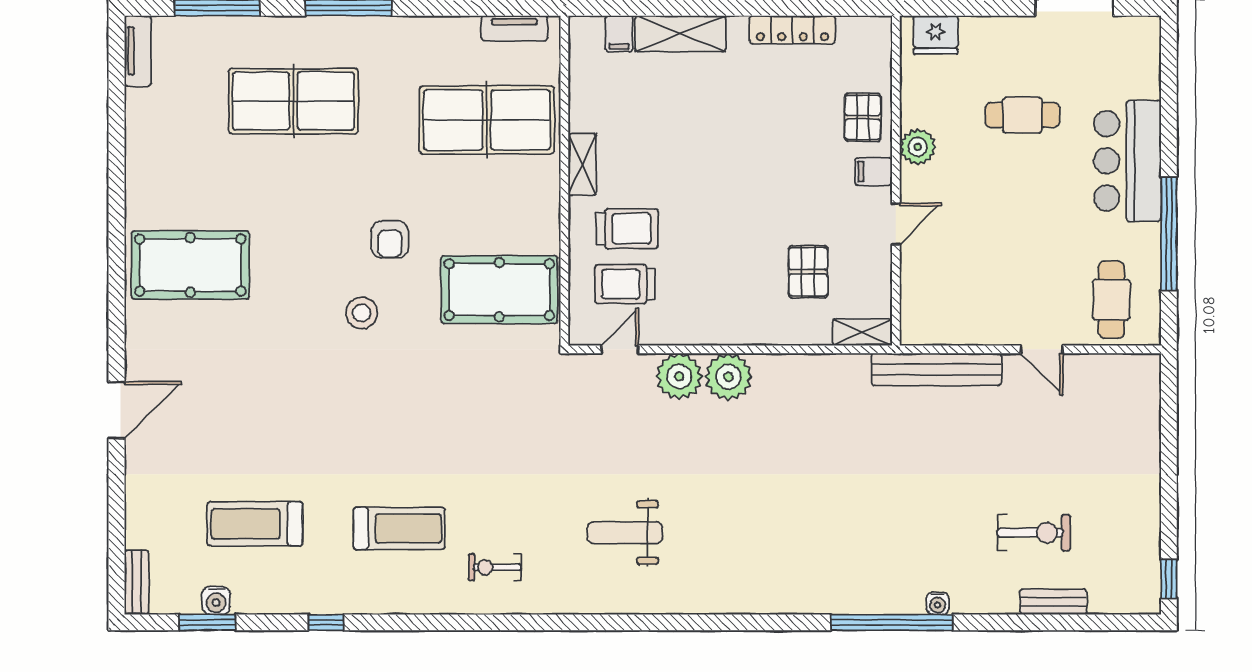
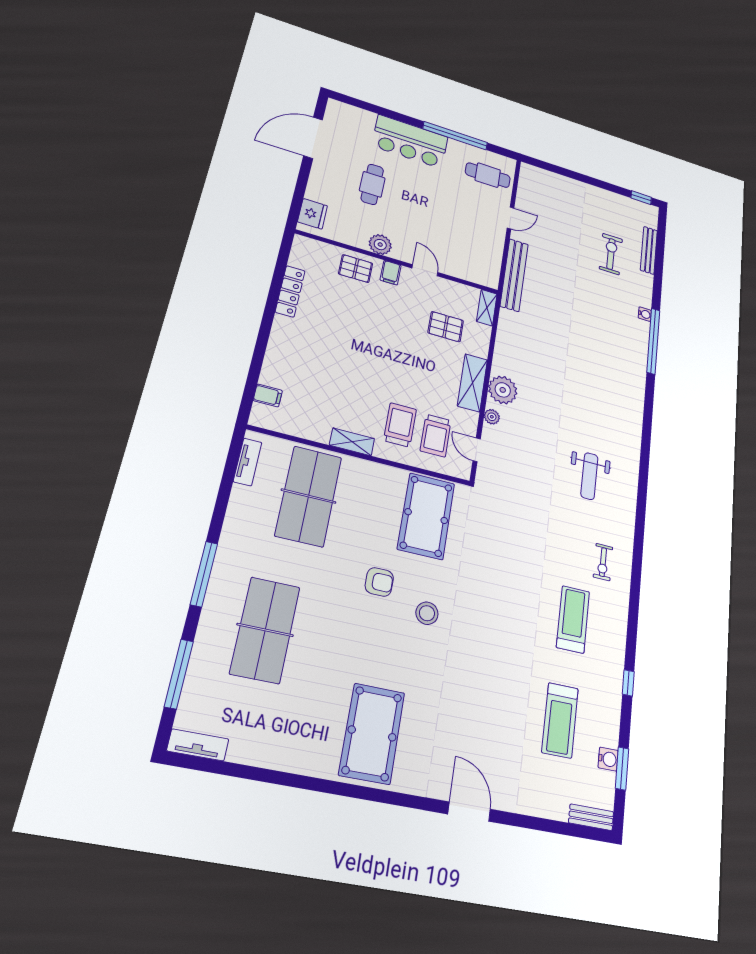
shelving: (680, 34) -> (472, 383), moved
plant: (679, 376) -> (492, 417), width x0.53, depth x0.53
bench: (1053, 602) -> (649, 250), width x1.36

